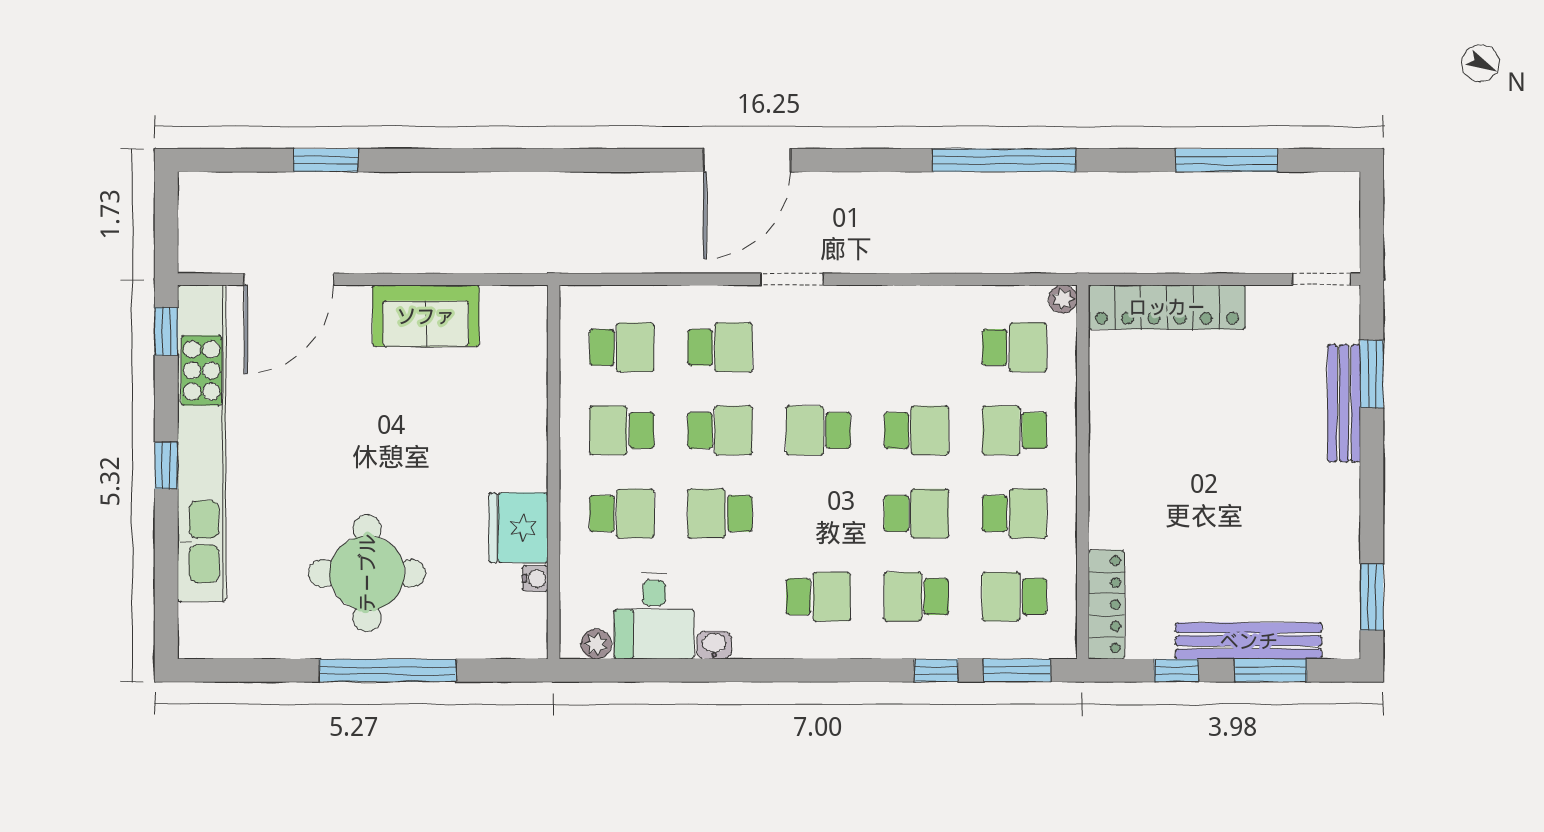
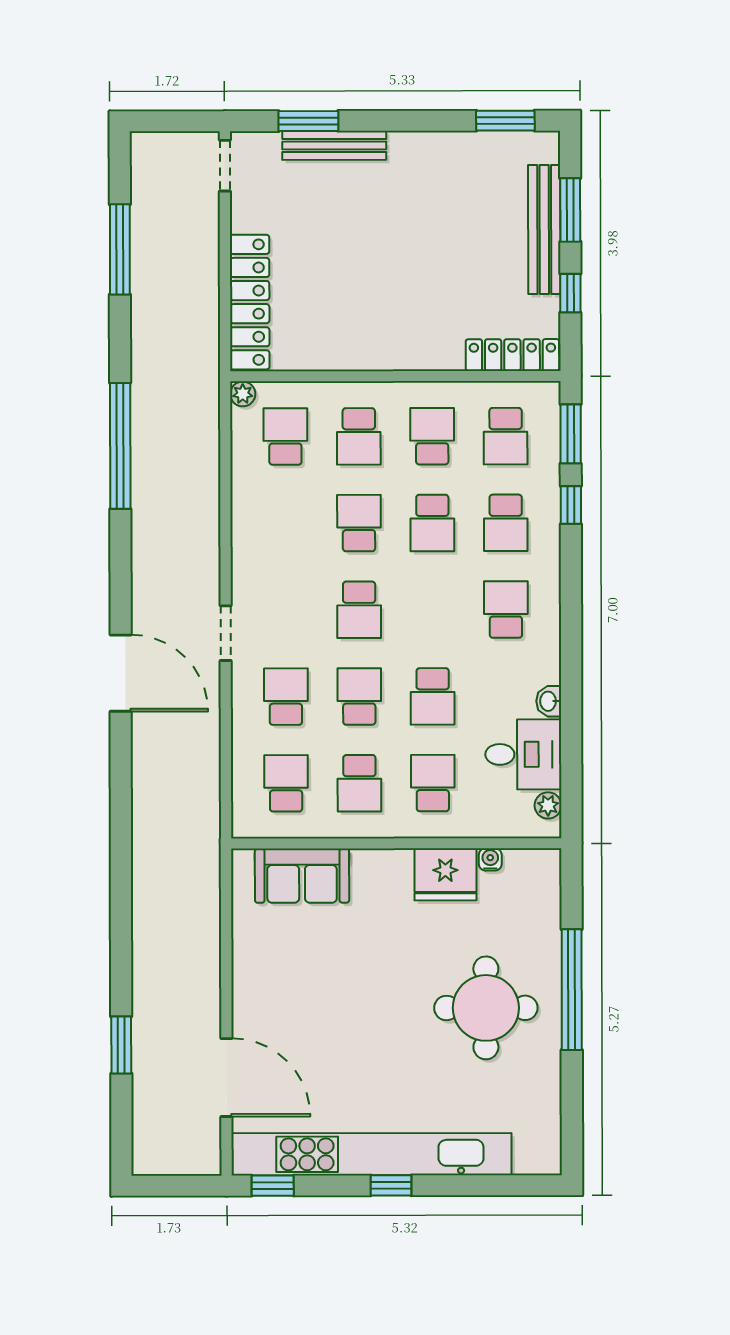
sofa: (426, 316) -> (302, 876), moved, turned 90
school desk: (916, 514) -> (432, 523), turned 180

